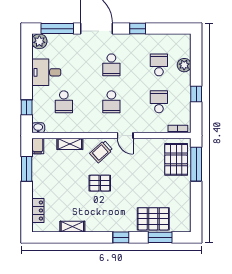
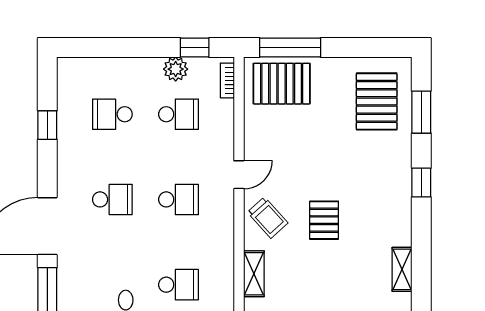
window: (138, 29) -> (47, 125), moved
plant: (184, 65) -> (176, 69), moved
window: (196, 94) -> (195, 48), moved
school desk: (159, 102) -> (179, 114), turned 180
pallet: (153, 219) -> (377, 101), moved

